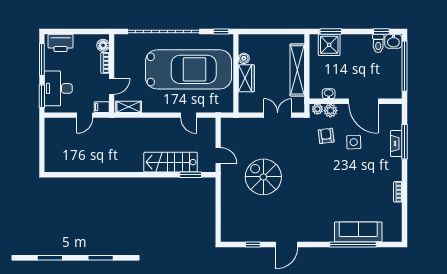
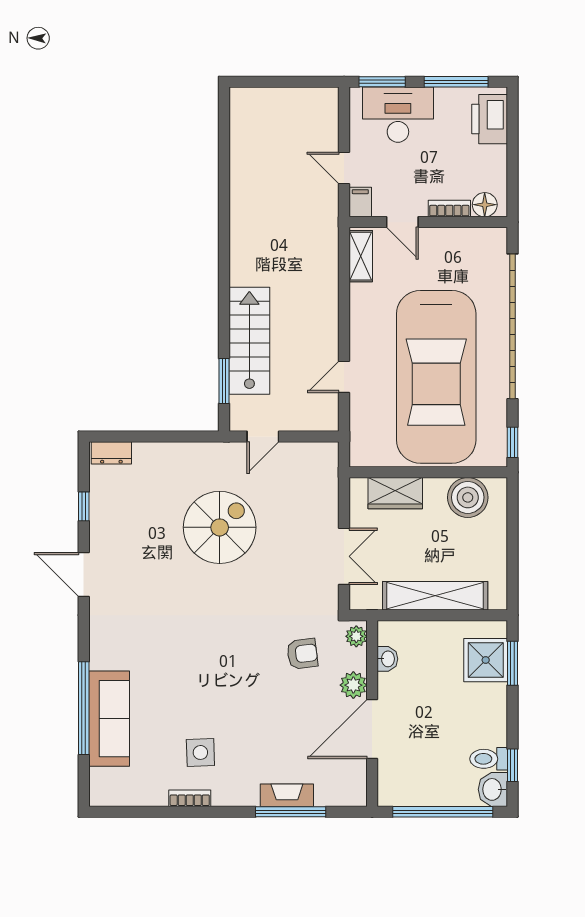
boiler: (244, 58) -> (468, 497), width x1.86, depth x1.86
wardrobe: (246, 78) -> (395, 493), moved
plant: (330, 111) -> (353, 685), moved
side table: (354, 142) -> (200, 752), moved
dresser: (226, 231) -> (111, 453), added

